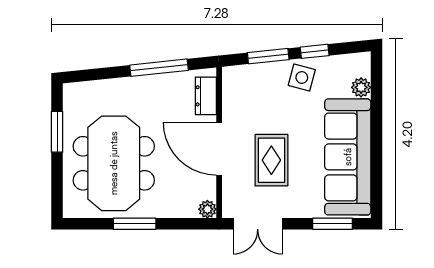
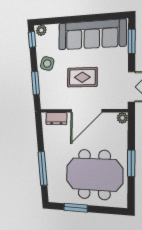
window: (315, 51) -> (32, 39), moved
window: (159, 68) -> (43, 168), moved
plant: (361, 87) -> (41, 30), moved
rug: (271, 160) -> (82, 77), moved

